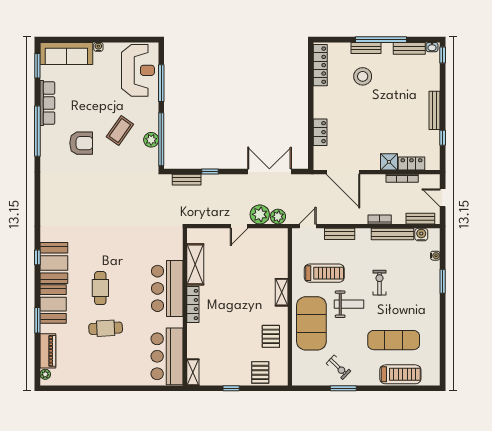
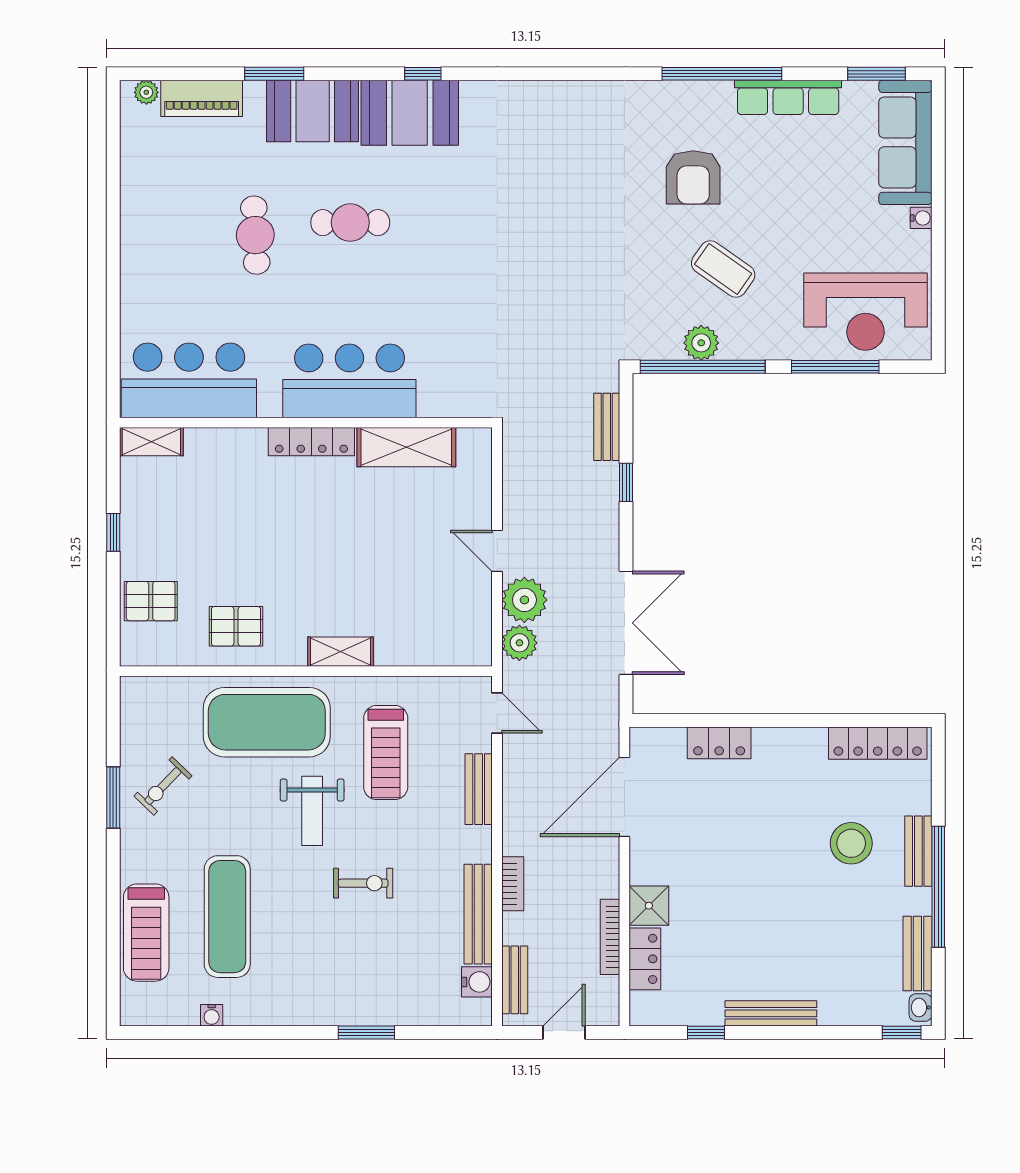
water cooler: (435, 256) -> (212, 1015), moved

